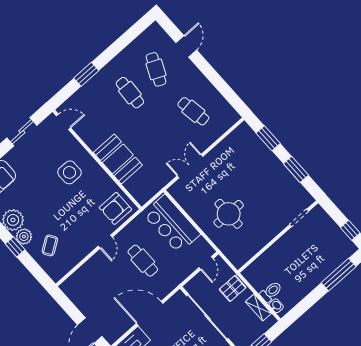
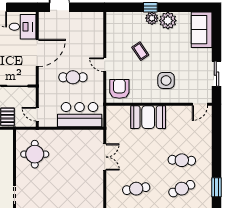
cafe table: (156, 69) -> (182, 189), turned -48
window: (86, 74) -> (216, 187), moved
round table: (229, 214) -> (35, 154), moved
coffee table: (50, 245) -> (140, 51), moved

